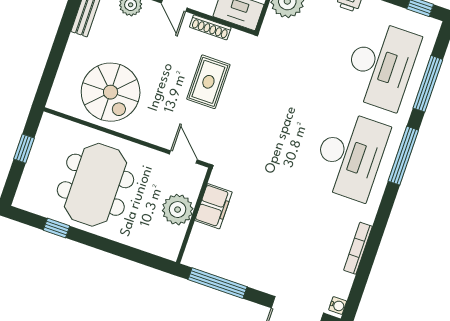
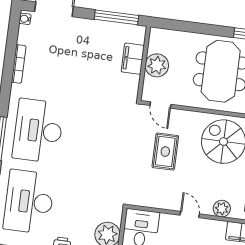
shoe rack: (210, 27) -> (160, 204), removed
rug: (208, 82) -> (165, 152), moved
filing cabinet: (213, 206) -> (133, 59), moved

